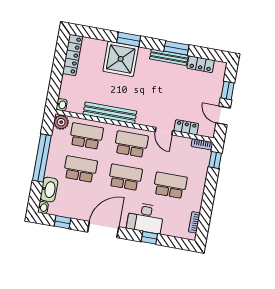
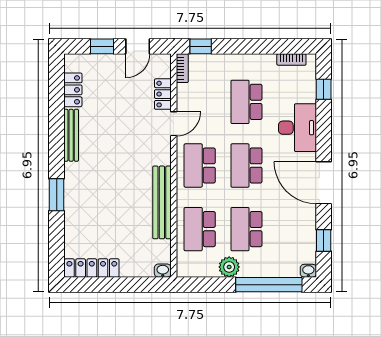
window: (176, 48) -> (57, 127), removed
shower: (121, 59) -> (85, 201), removed
plant: (61, 122) -> (229, 267), moved
window: (42, 158) -> (269, 285), moved
washbasin: (49, 189) -> (282, 267), removed
window: (149, 238) -> (324, 89), moved

